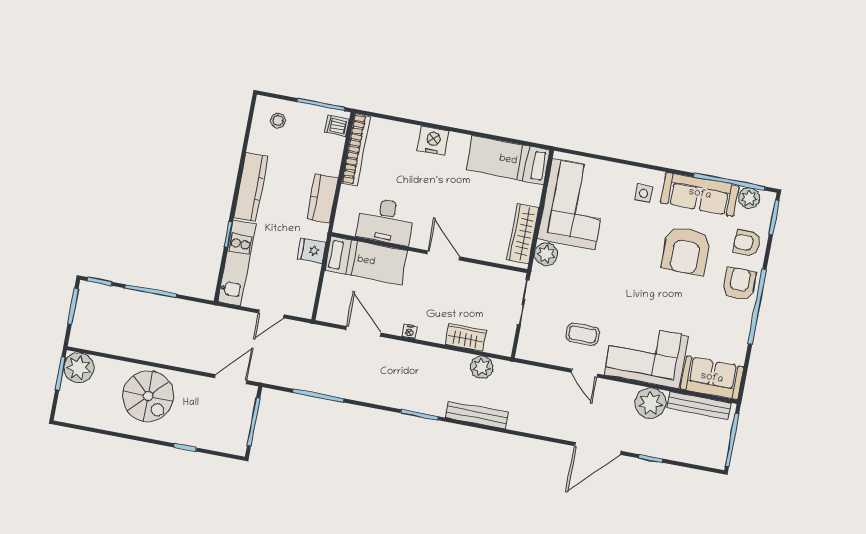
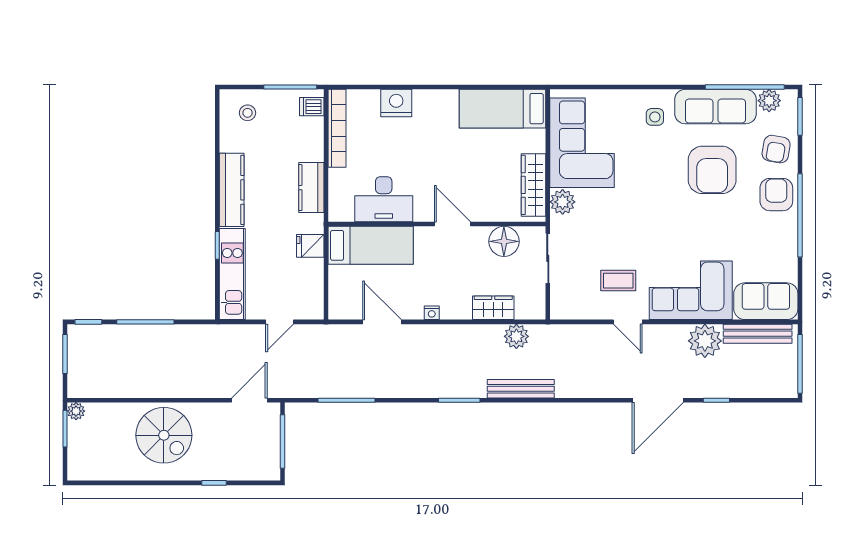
nightstand: (433, 141) -> (396, 103), moved
armchair: (747, 243) -> (776, 149), turned -80
floor lamp: (487, 280) -> (504, 241), added
plant: (79, 368) -> (76, 411), width x0.53, depth x0.53

